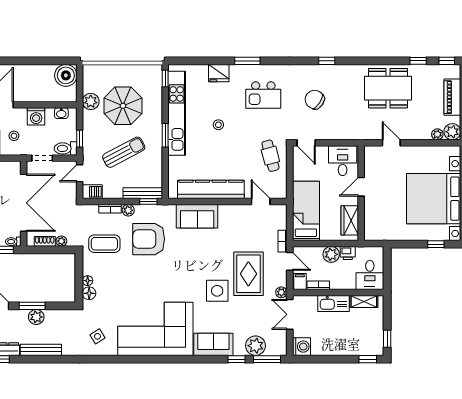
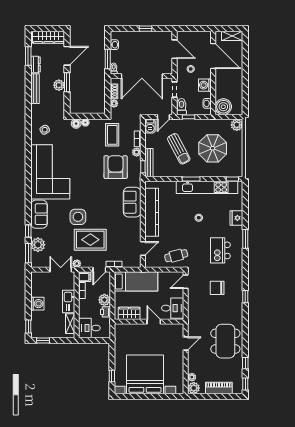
boiler: (66, 75) -> (223, 107), moved
chair: (315, 100) -> (217, 288), turned -124
plant: (91, 101) -> (237, 125), moved
door: (80, 173) -> (163, 117), swing flipped
washing machine: (301, 347) -> (37, 304), moved, turned -90

